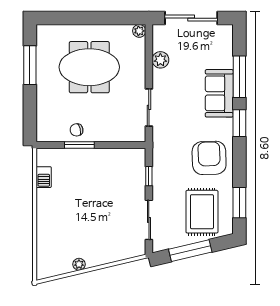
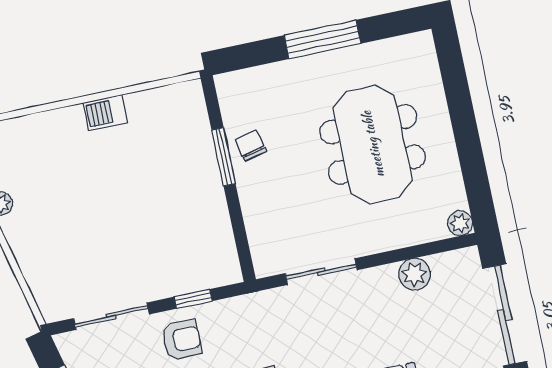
window: (30, 65) -> (323, 39), moved
barbecue: (44, 177) -> (105, 113), moved
armchair: (169, 186) -> (182, 340), added

